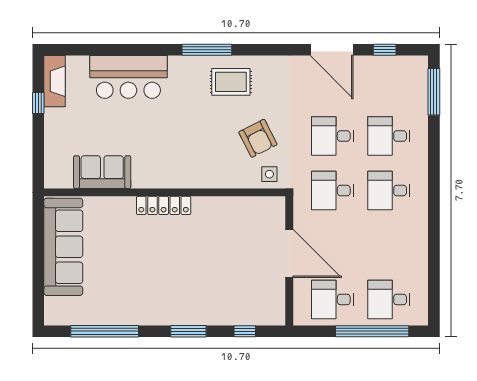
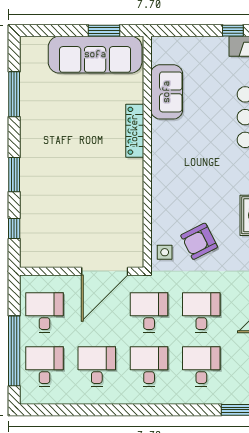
locker: (164, 205) -> (135, 131), moved
window: (38, 238) -> (104, 31), added
desk: (389, 245) -> (97, 367), added
door: (289, 253) -> (105, 271), moved
window: (105, 331) -> (14, 94), width x0.68

